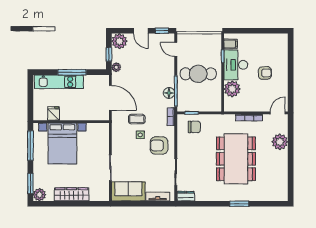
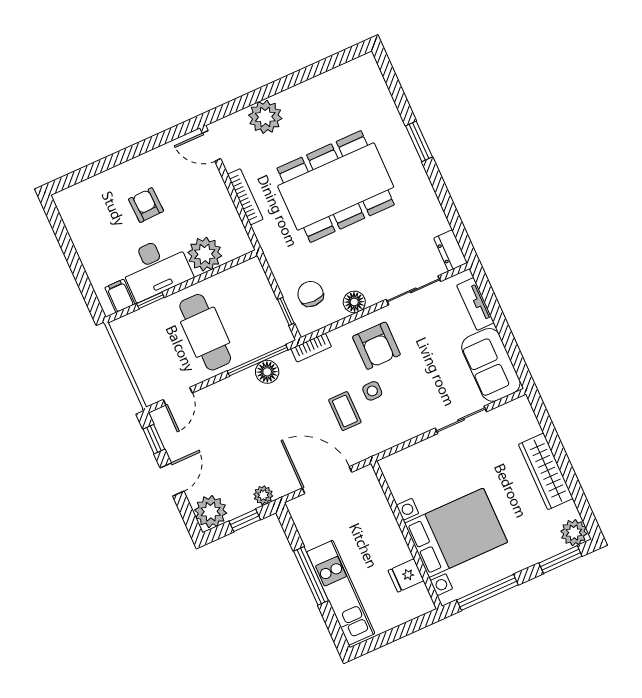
door: (110, 98) -> (327, 480), hinge flipped
floor lamp: (182, 144) -> (354, 302), added

